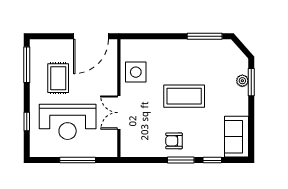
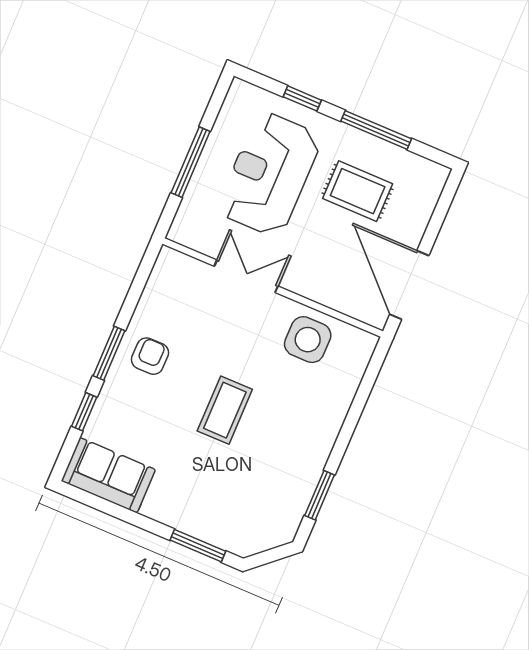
window: (205, 36) -> (320, 495), width x0.69
window: (27, 65) -> (376, 130), moved
plant: (242, 81) -> (207, 530), removed
coffee table: (184, 96) -> (225, 410), width x0.73, depth x0.76

